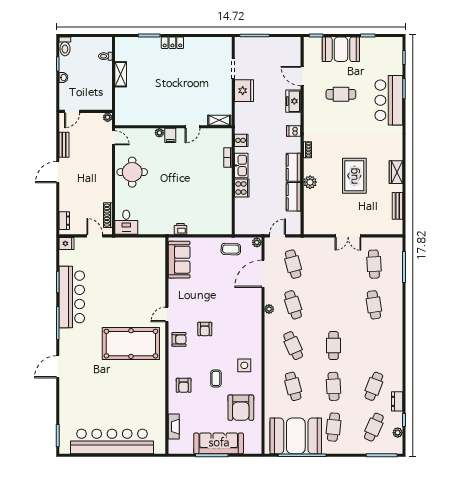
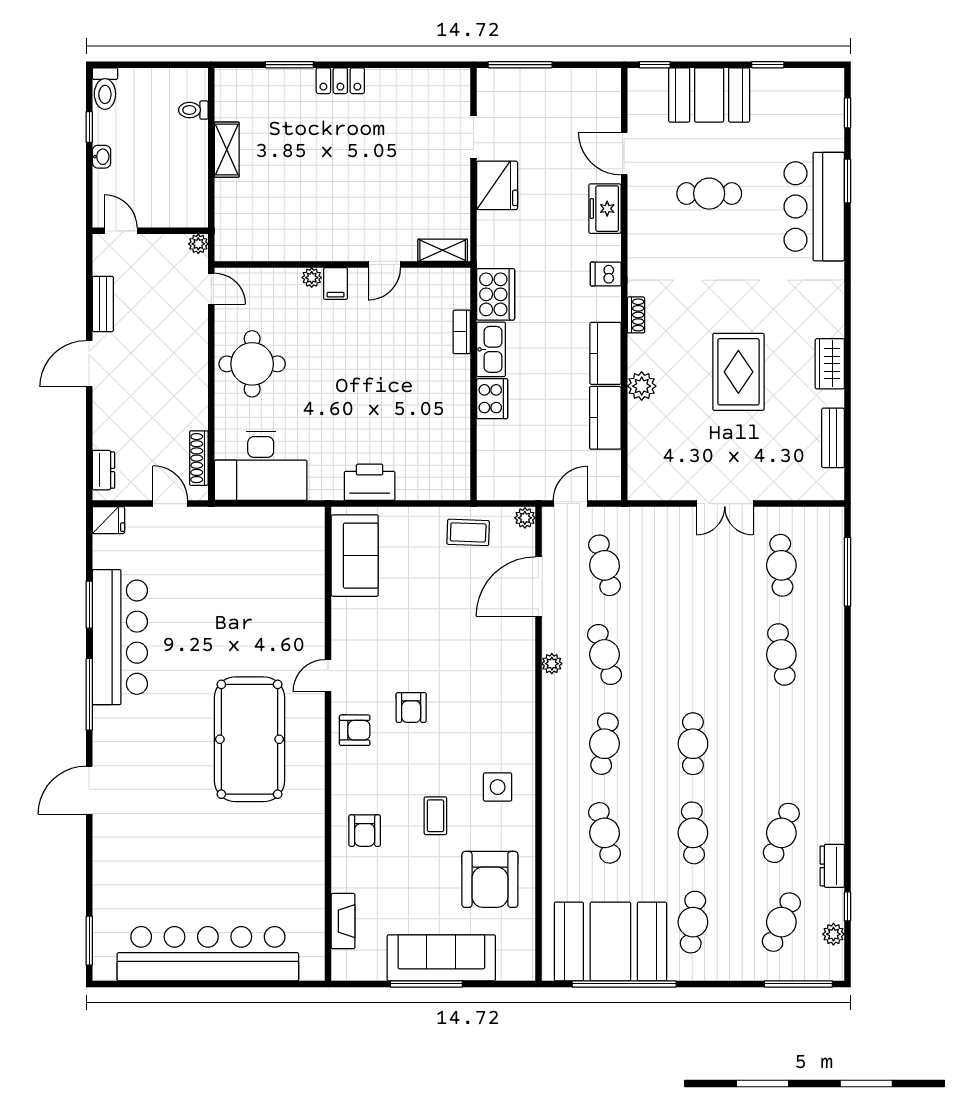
door: (72, 111) -> (121, 231), swing flipped
cooker: (241, 140) -> (496, 294), width x1.87, depth x1.31
desk: (126, 222) -> (261, 466), width x1.87, depth x1.30
printer: (180, 229) -> (370, 482), width x1.87, depth x1.48
pool table: (131, 344) -> (249, 739), turned 90
cafe table: (293, 346) -> (605, 744), turned 33

